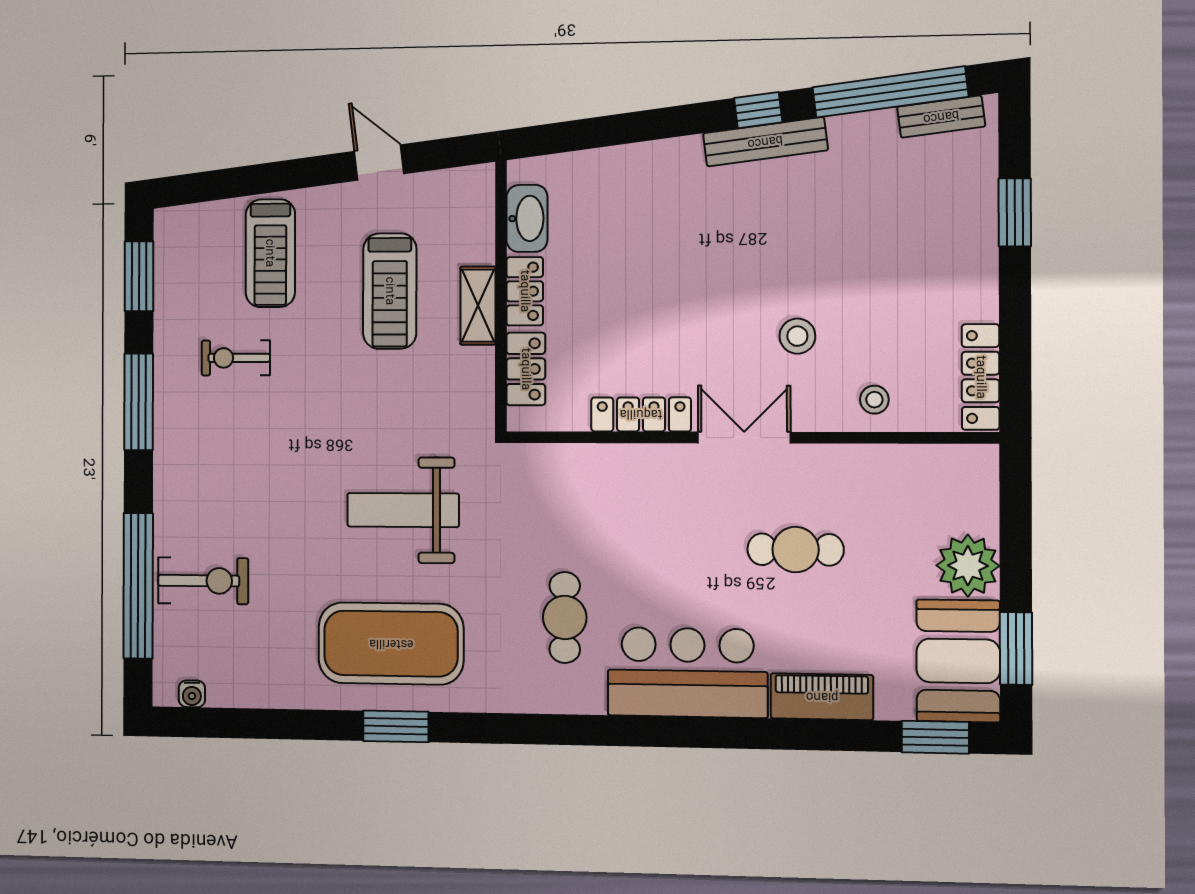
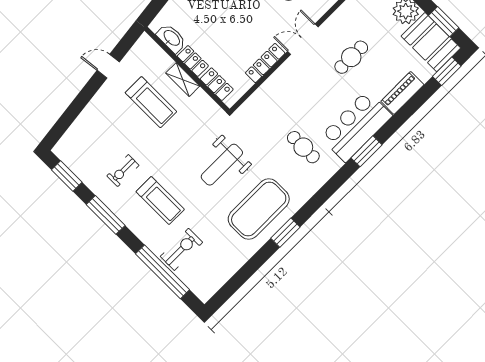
treadmill: (270, 253) -> (160, 200), moved
water cooler: (192, 694) -> (213, 288), removed
window: (663, 732) -> (367, 151), added

